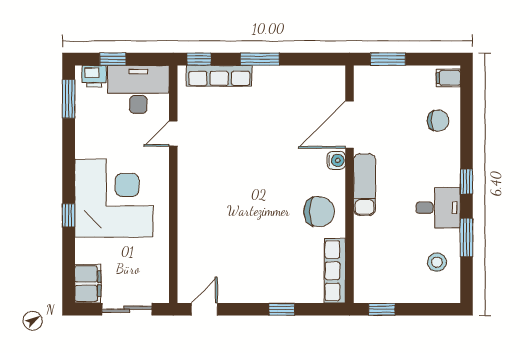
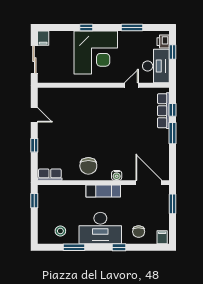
window: (199, 59) -> (173, 110), moved
window: (69, 99) -> (132, 27), moved
door: (350, 125) -> (149, 183), moved
door: (173, 134) -> (131, 85), hinge flipped
window: (466, 182) -> (119, 247), moved
desk: (438, 208) -> (100, 228), width x1.87, depth x1.30
row of seats: (335, 271) -> (50, 175), width x0.68
filing cabinet: (88, 284) -> (43, 38), width x0.50
door: (204, 309) -> (34, 115), moved

